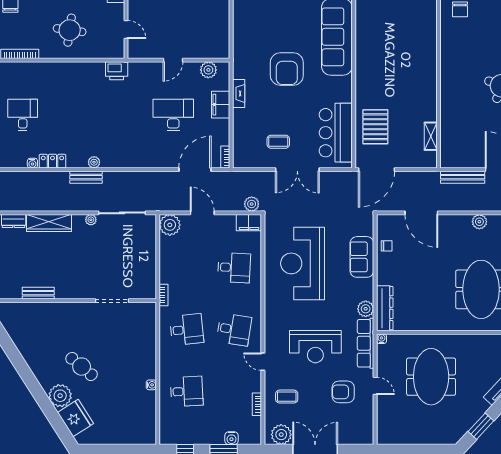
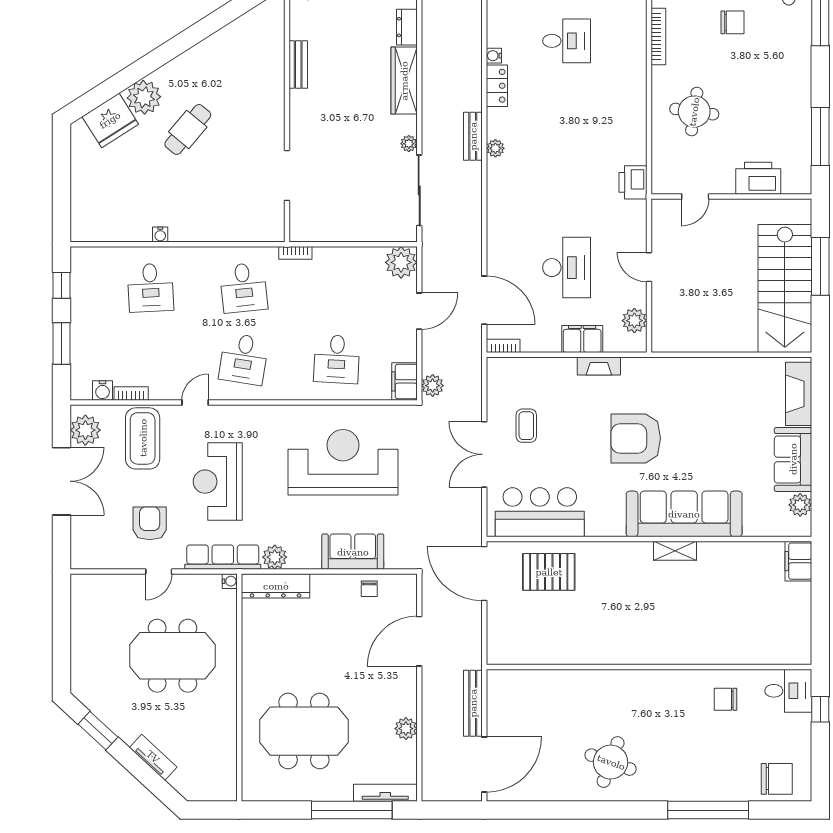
shelving: (431, 136) -> (675, 551), moved
coffee table: (287, 397) -> (143, 438), width x1.86, depth x1.72
water cooler: (232, 438) -> (102, 390), moved, turned -90

